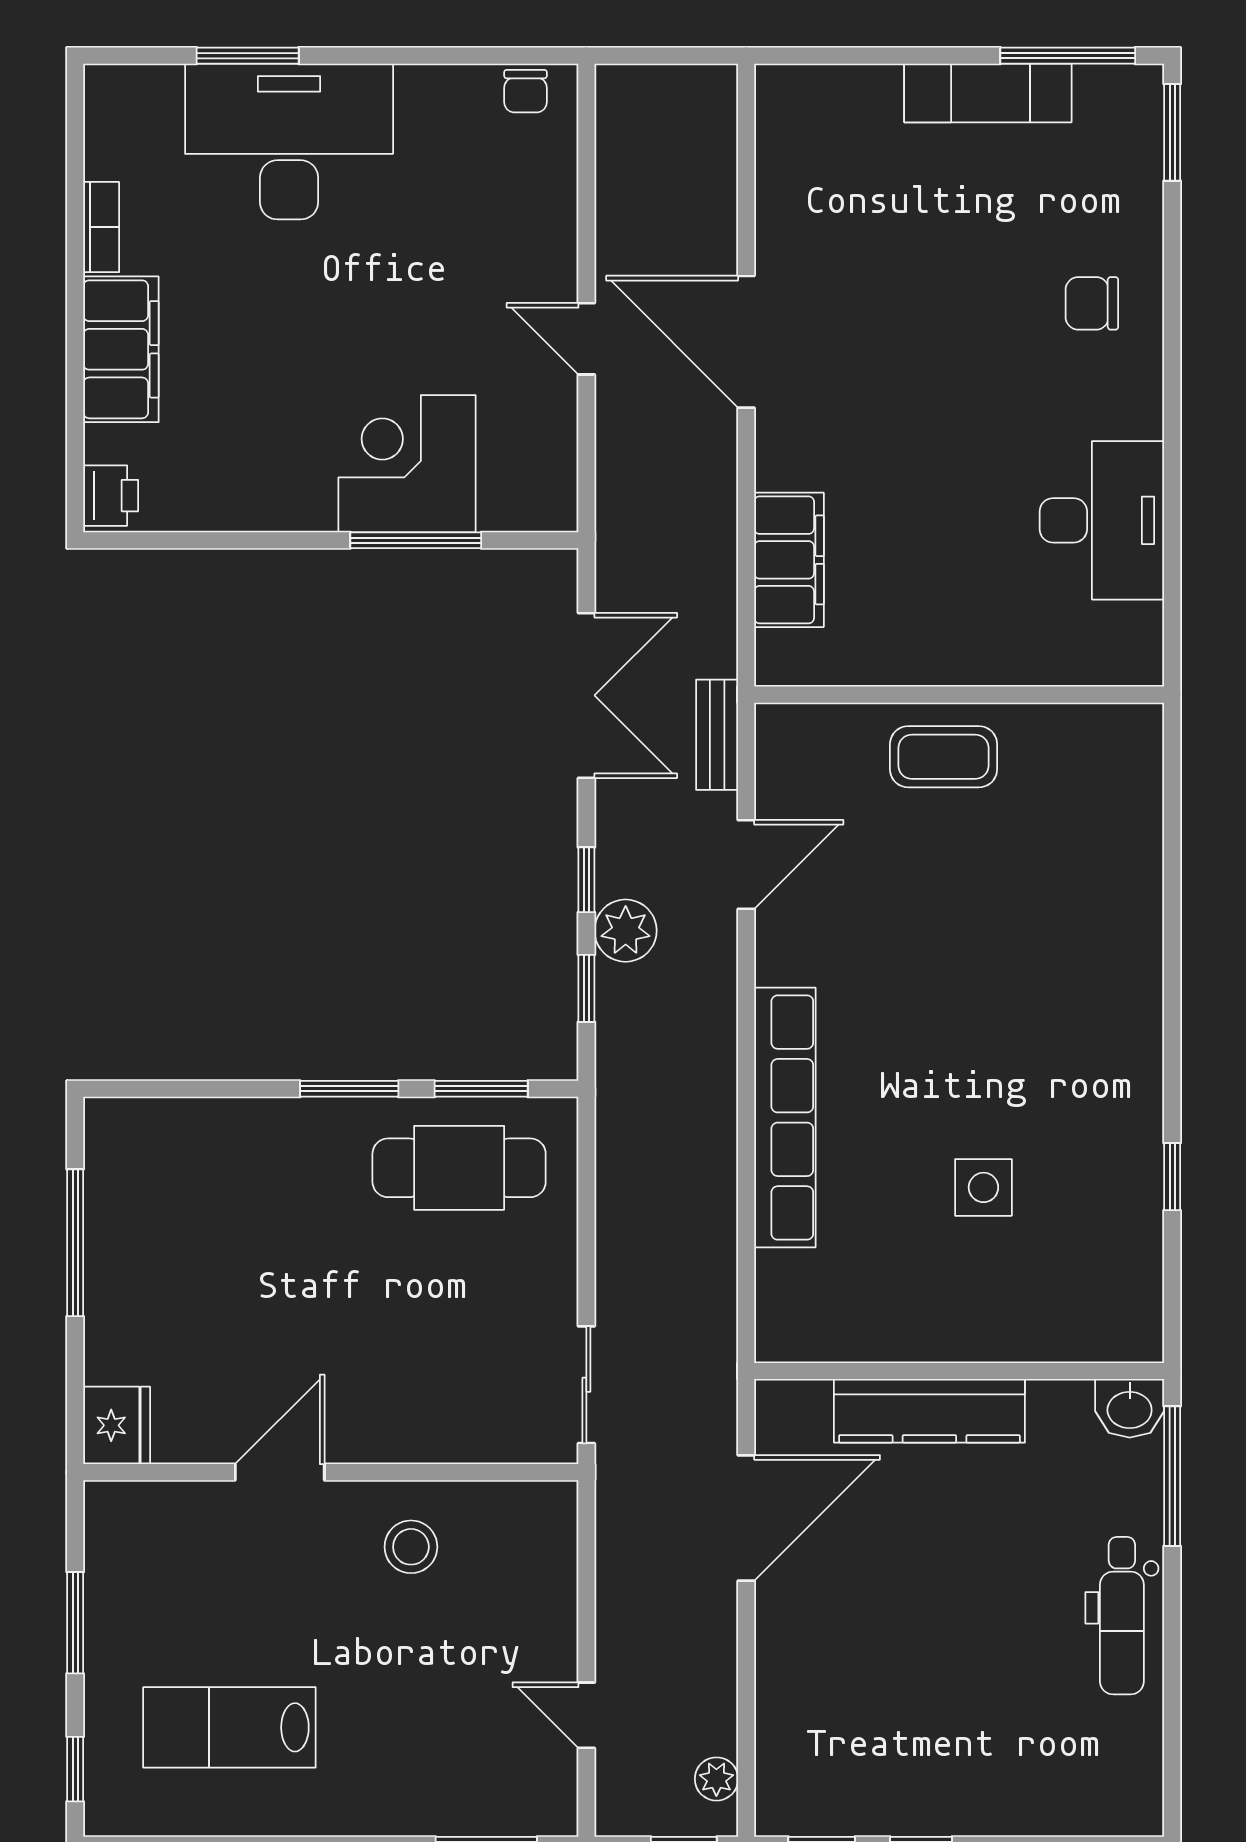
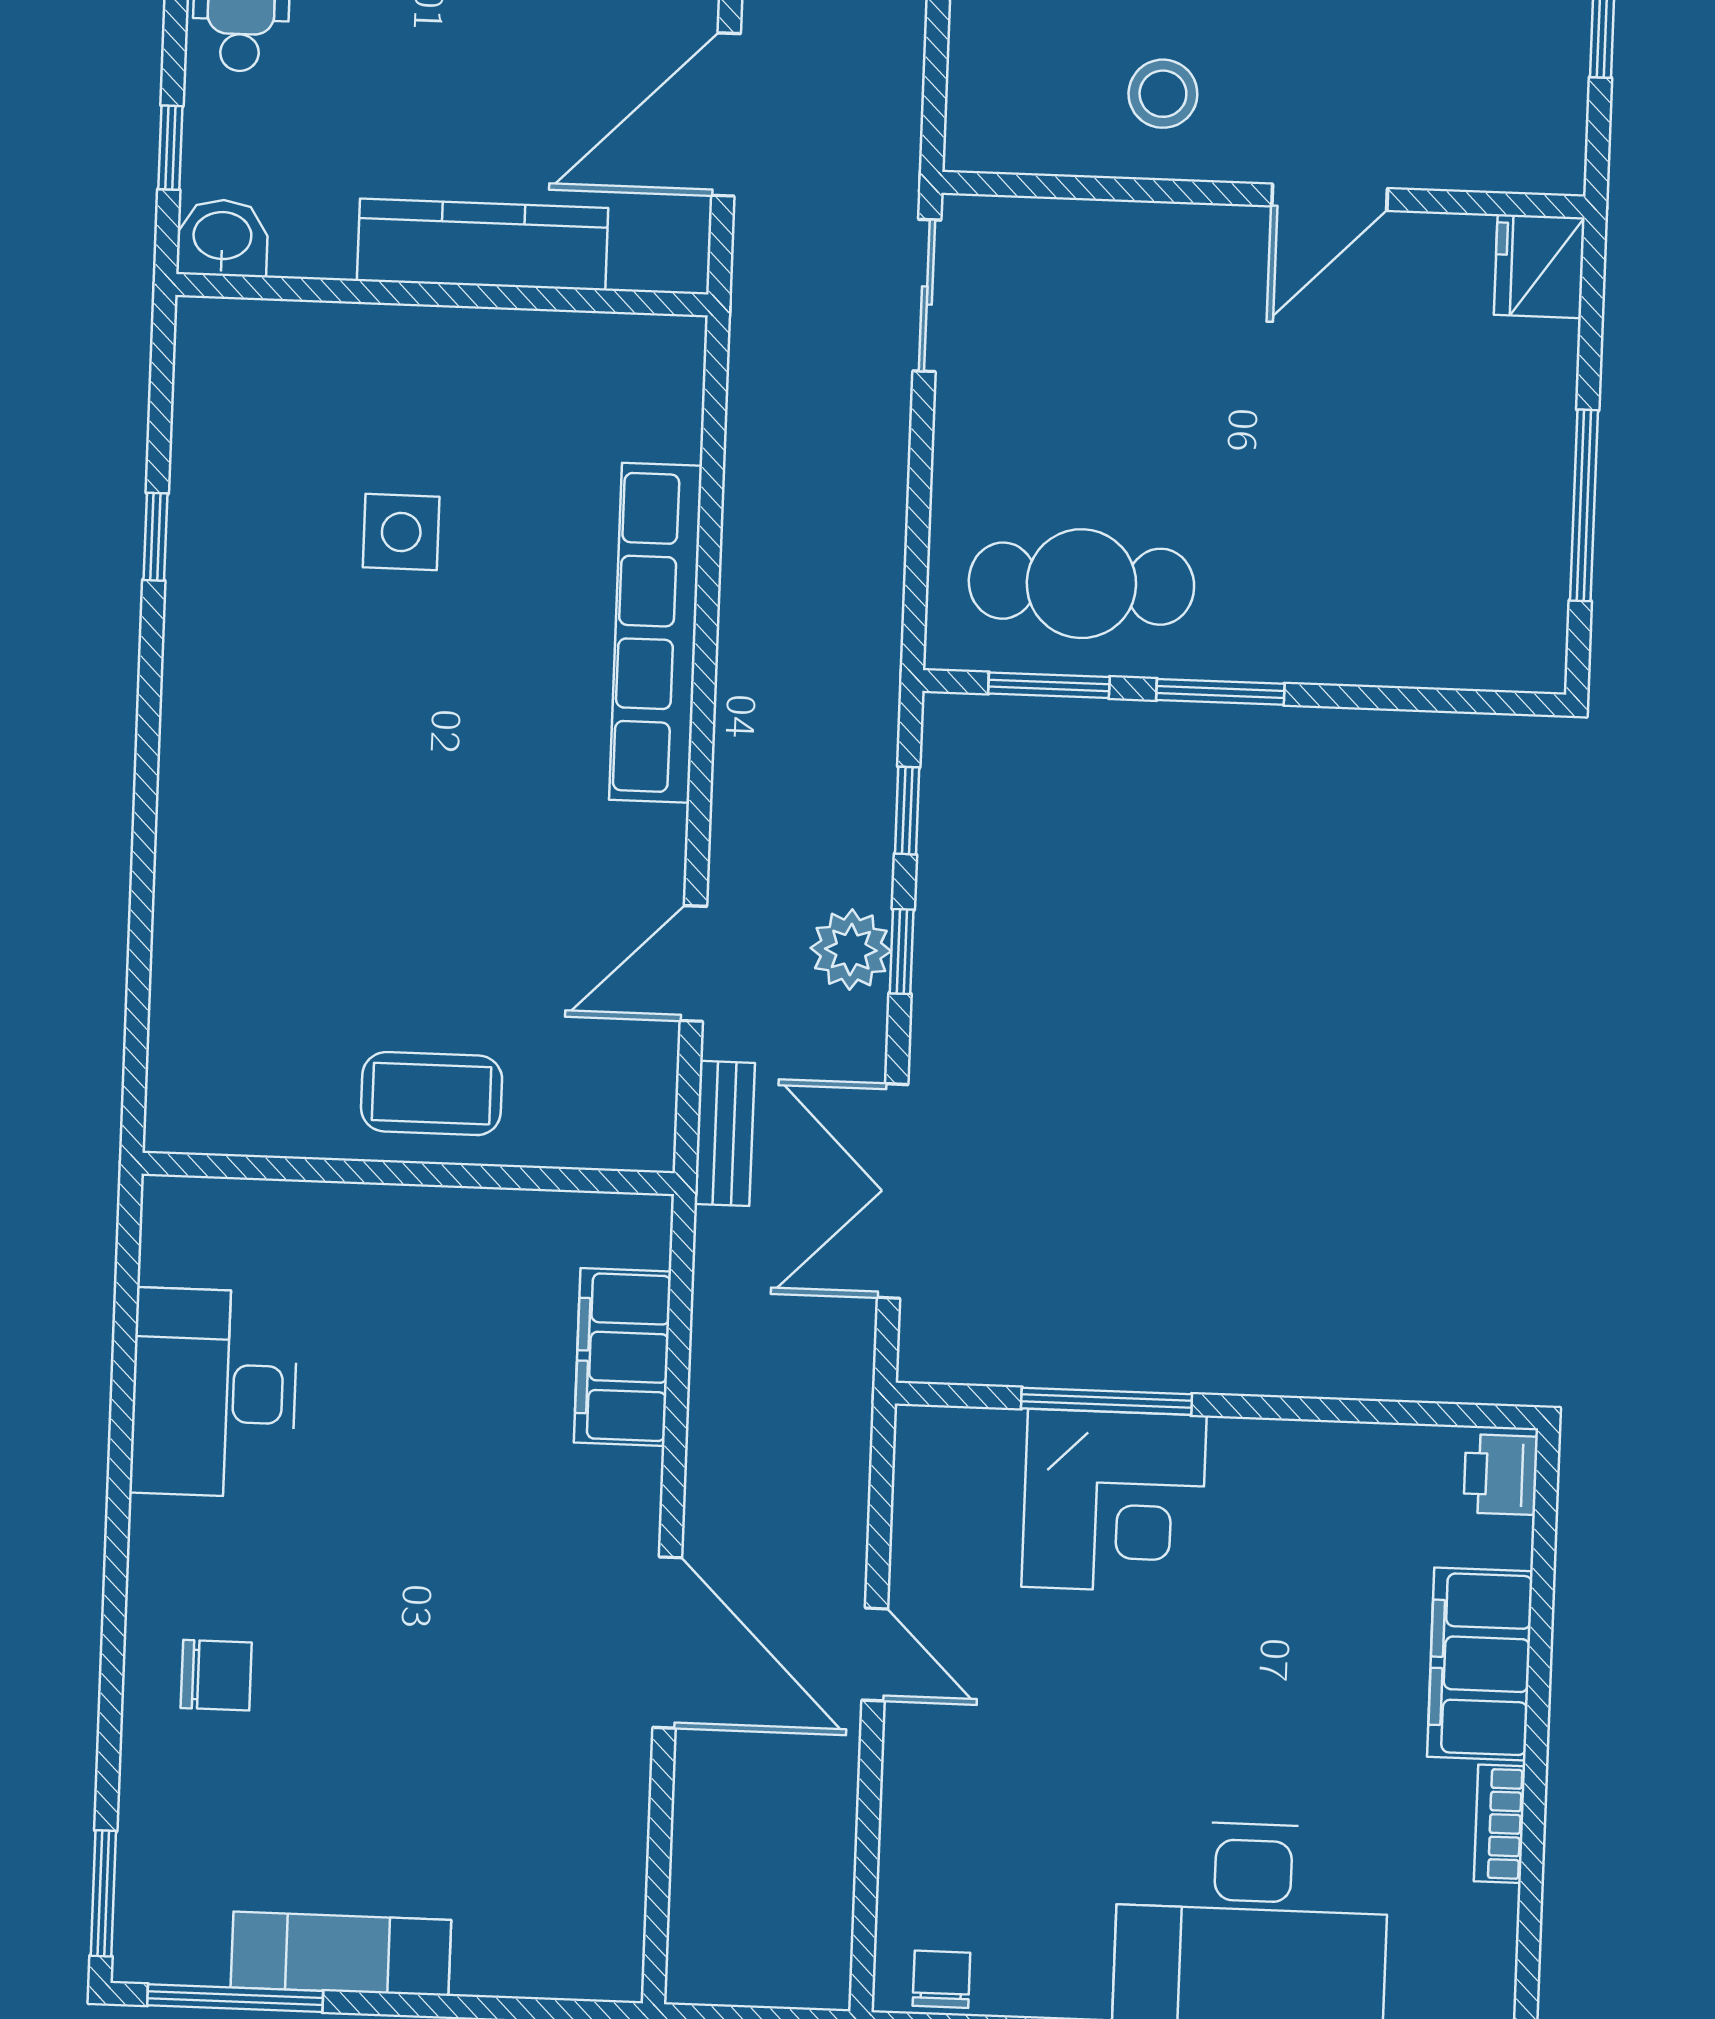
plant: (626, 931) -> (851, 950), moved
window: (1172, 1476) -> (170, 148), width x0.46

